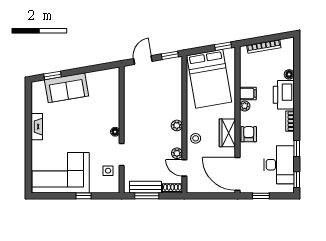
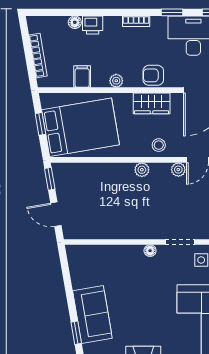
window: (223, 46) -> (40, 124), moved
filing cabinet: (248, 93) -> (82, 76), moved
printer: (284, 95) -> (93, 25), width x0.53, depth x0.68

